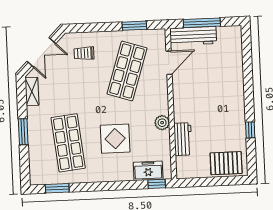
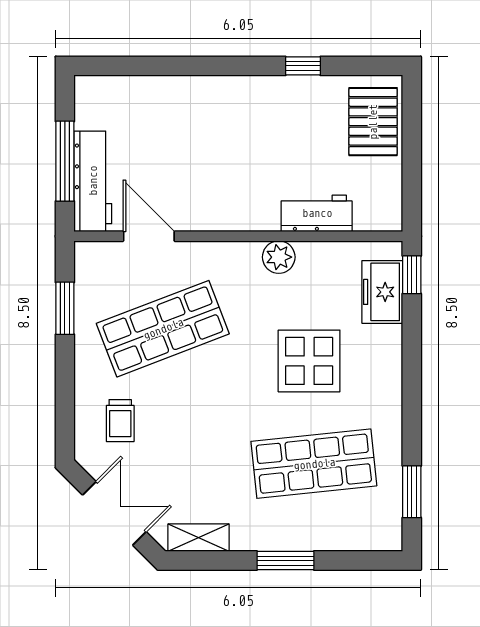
shop shelf: (127, 71) -> (163, 329), turned -39

